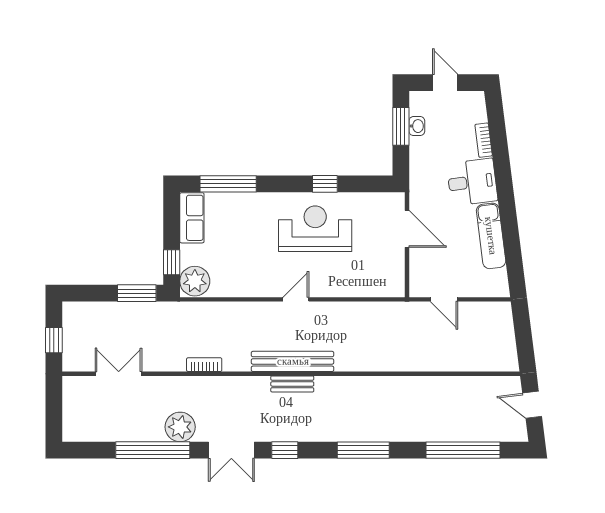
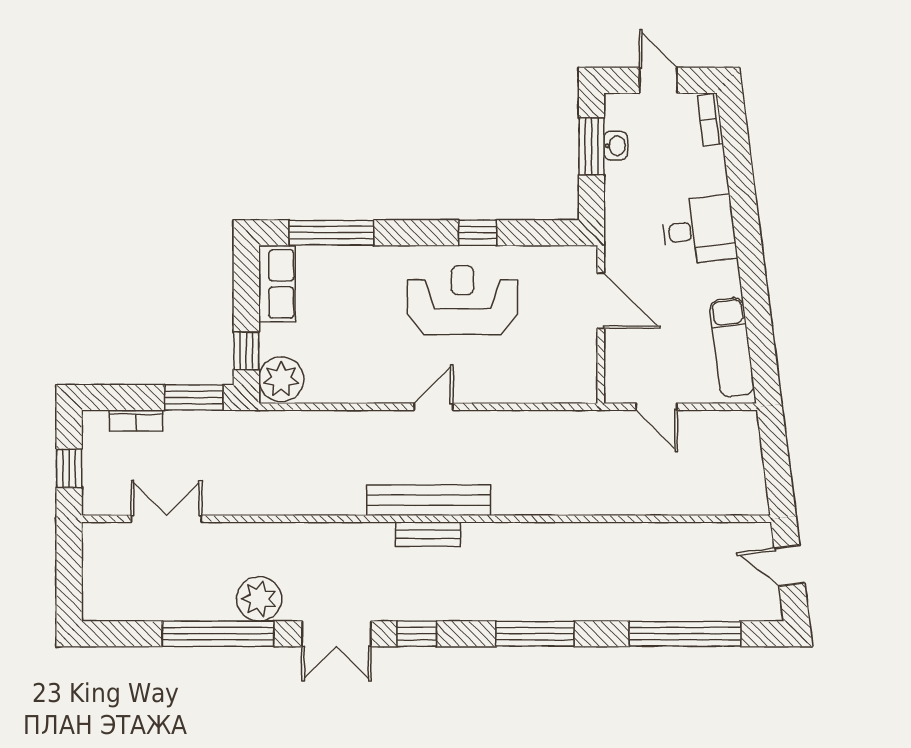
bookcase: (484, 140) -> (710, 120), moved
exam couch: (491, 236) -> (732, 347), moved
bookcase: (204, 365) -> (136, 420), moved, turned 180

